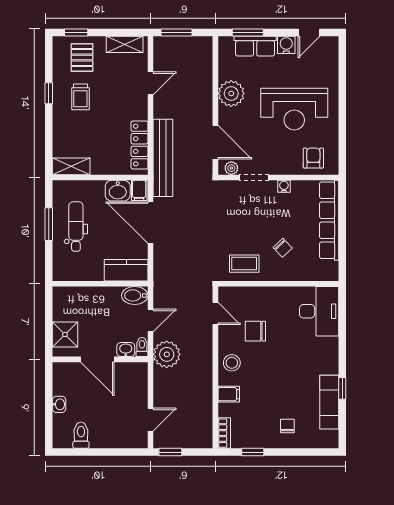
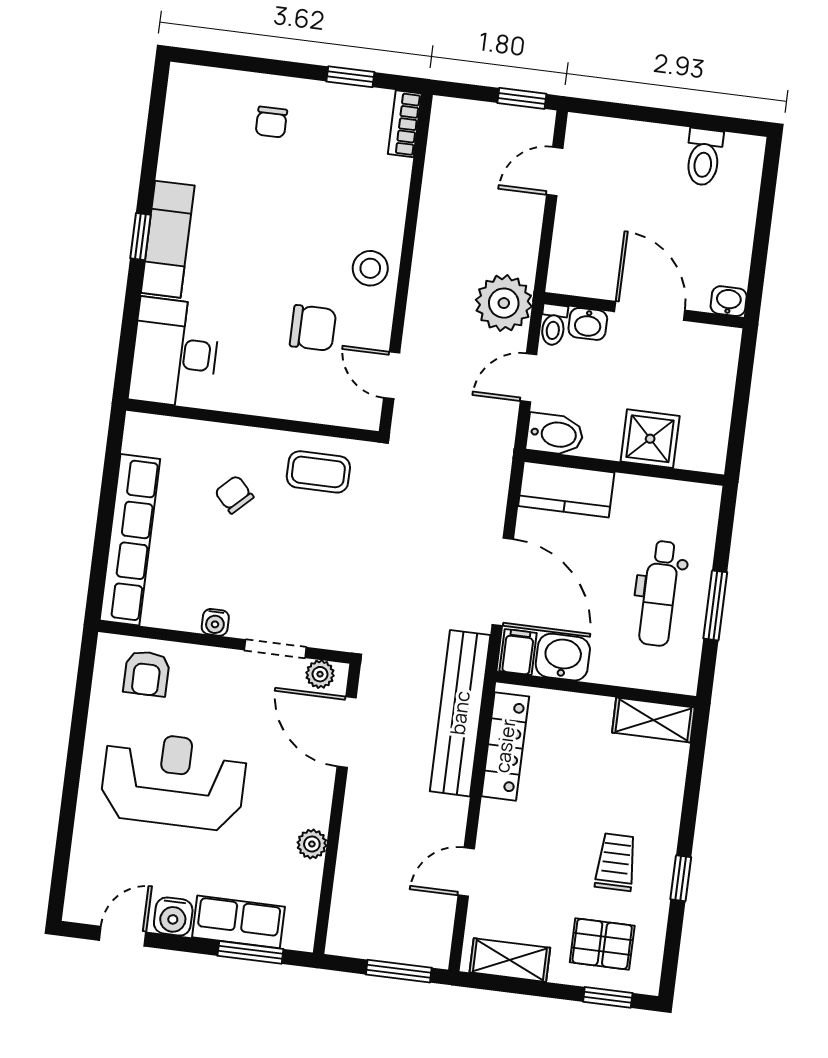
pallet: (82, 57) -> (602, 944), turned 90
plant: (231, 93) -> (312, 844), width x0.53, depth x0.53
shower: (65, 334) -> (650, 439), moved
window: (342, 388) -> (140, 237), moved
filing cabinet: (229, 394) -> (385, 204), removed
exam couch: (329, 402) -> (168, 239), moved
washbasin: (59, 404) -> (729, 301), moved, turned 90

